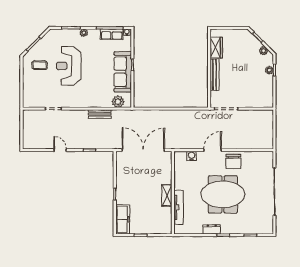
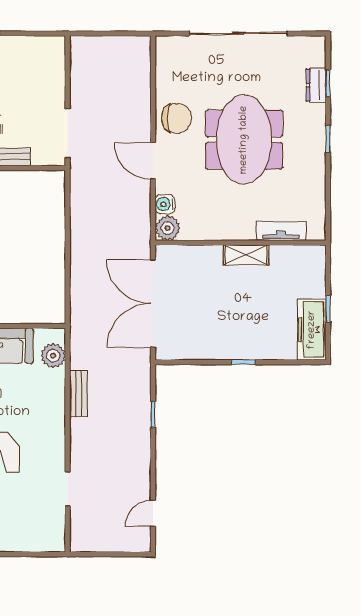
door: (60, 150) -> (153, 513), moved
plant: (180, 157) -> (168, 228), added
tv unit: (178, 207) -> (281, 231), width x0.71
freezer: (123, 219) -> (312, 330), moved, turned -90
dresser: (212, 229) -> (316, 85), moved

